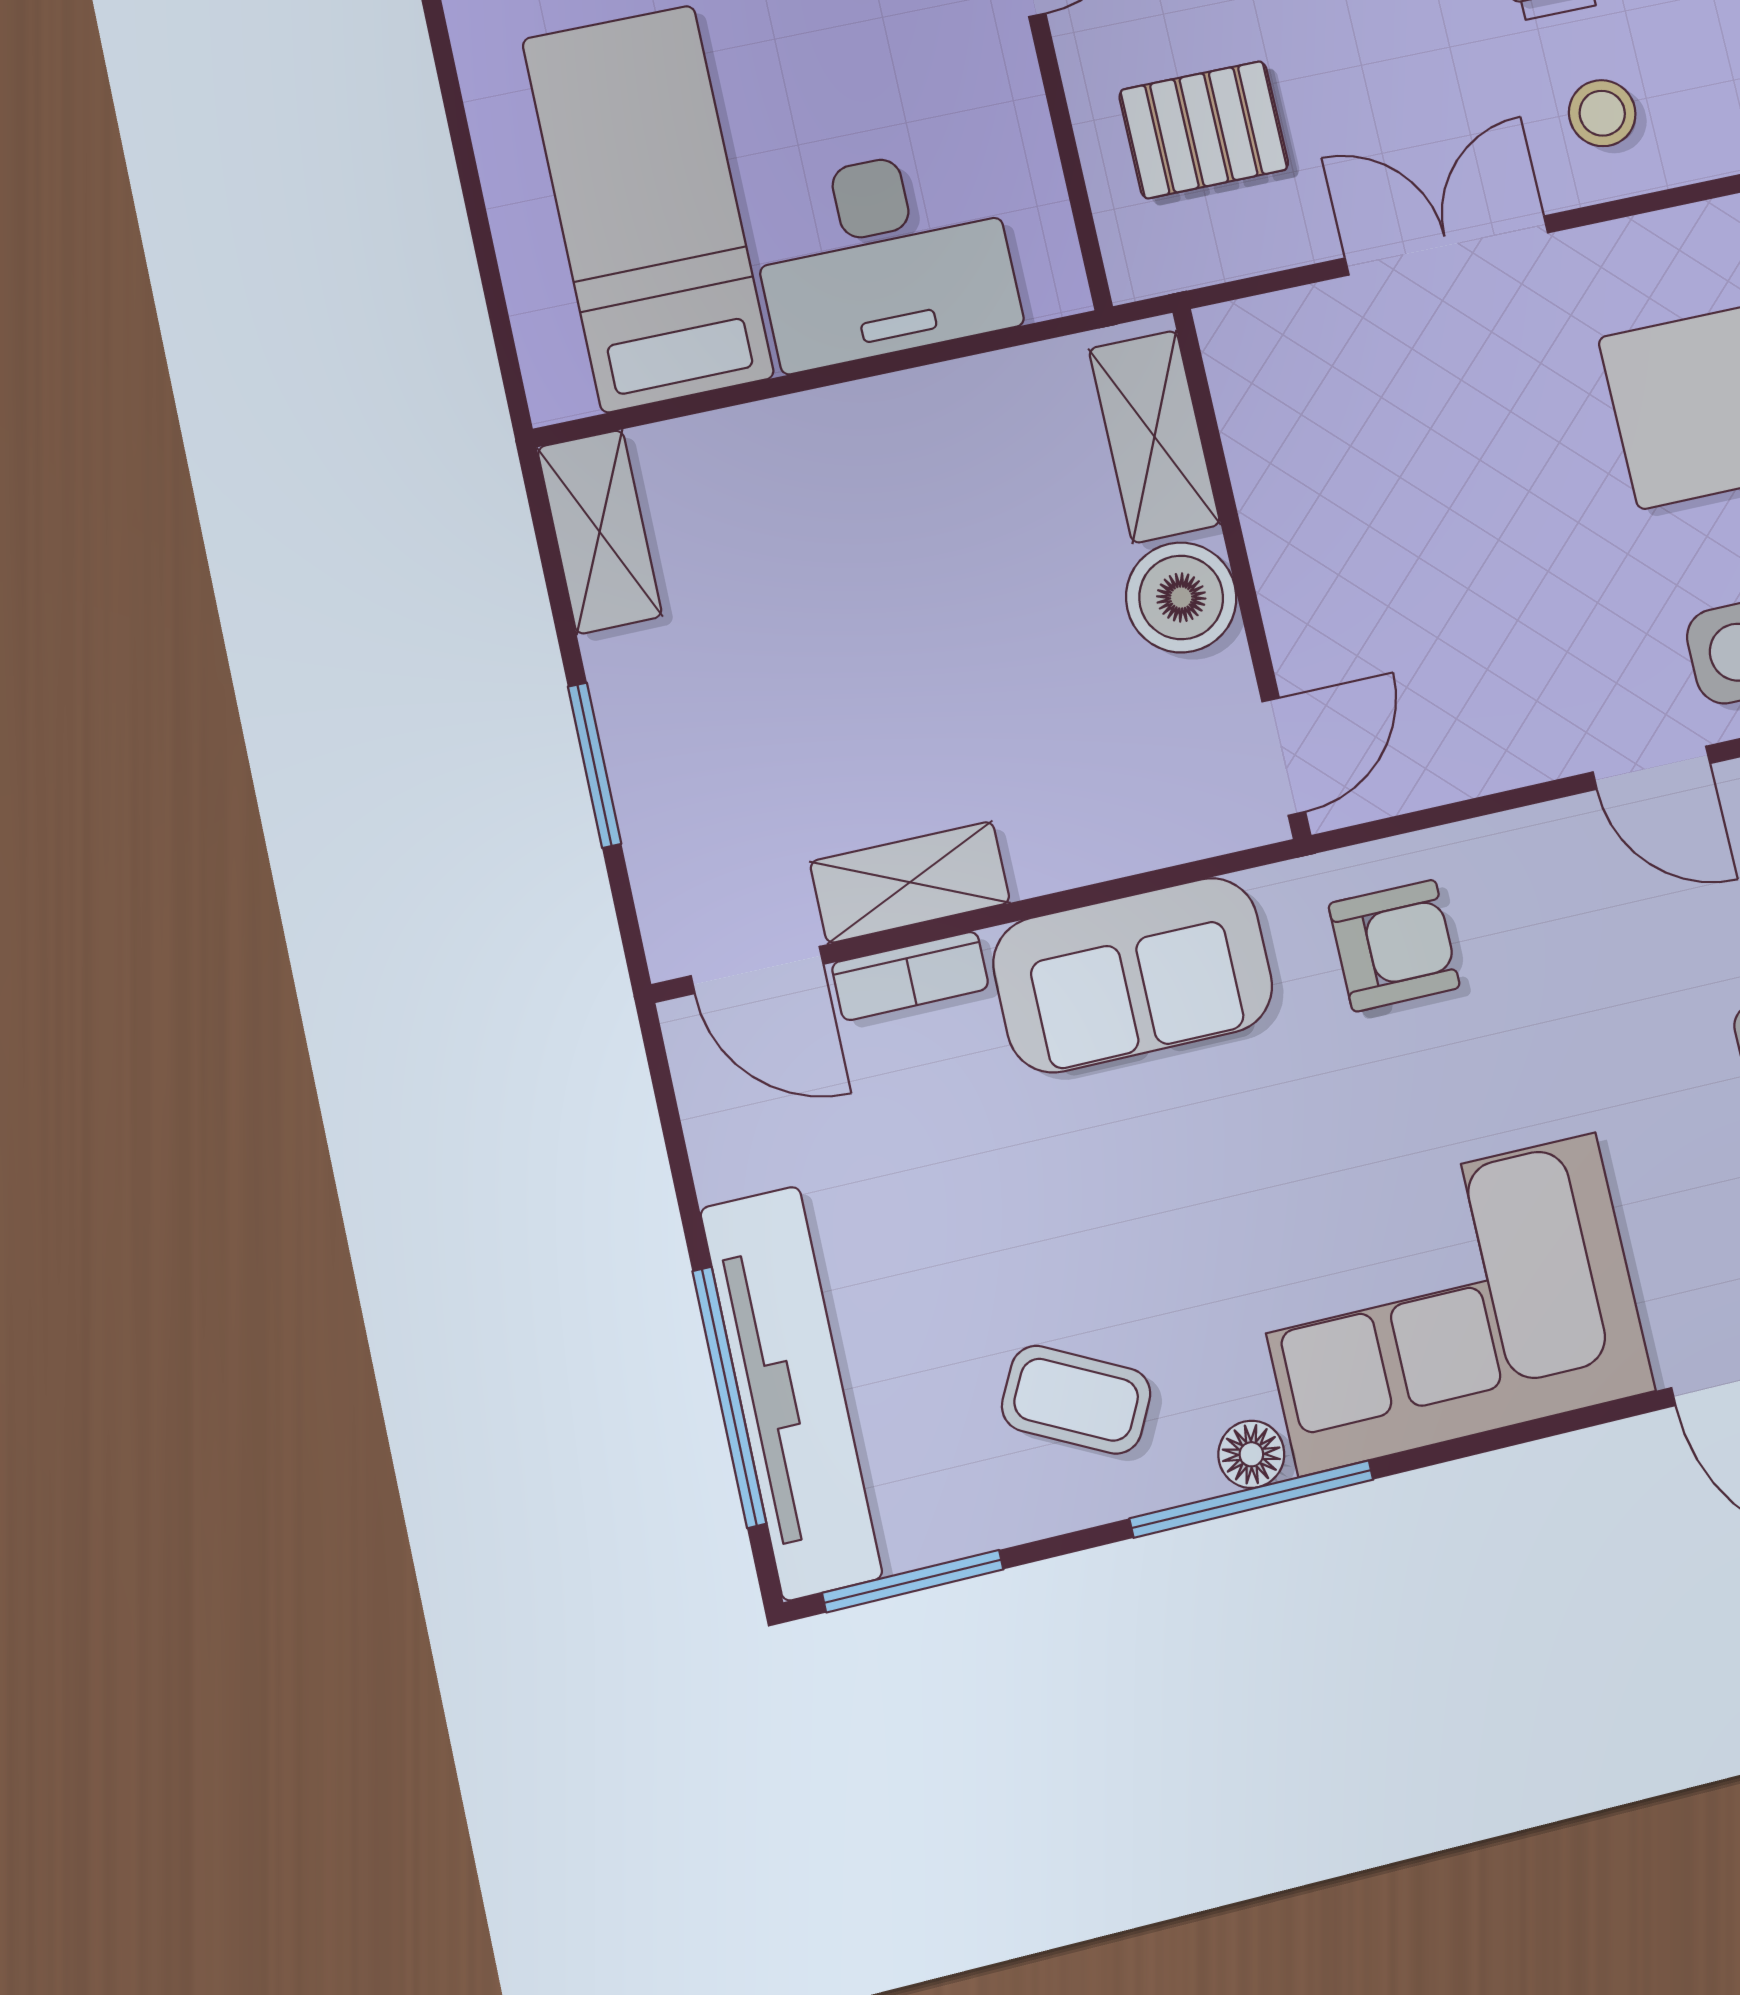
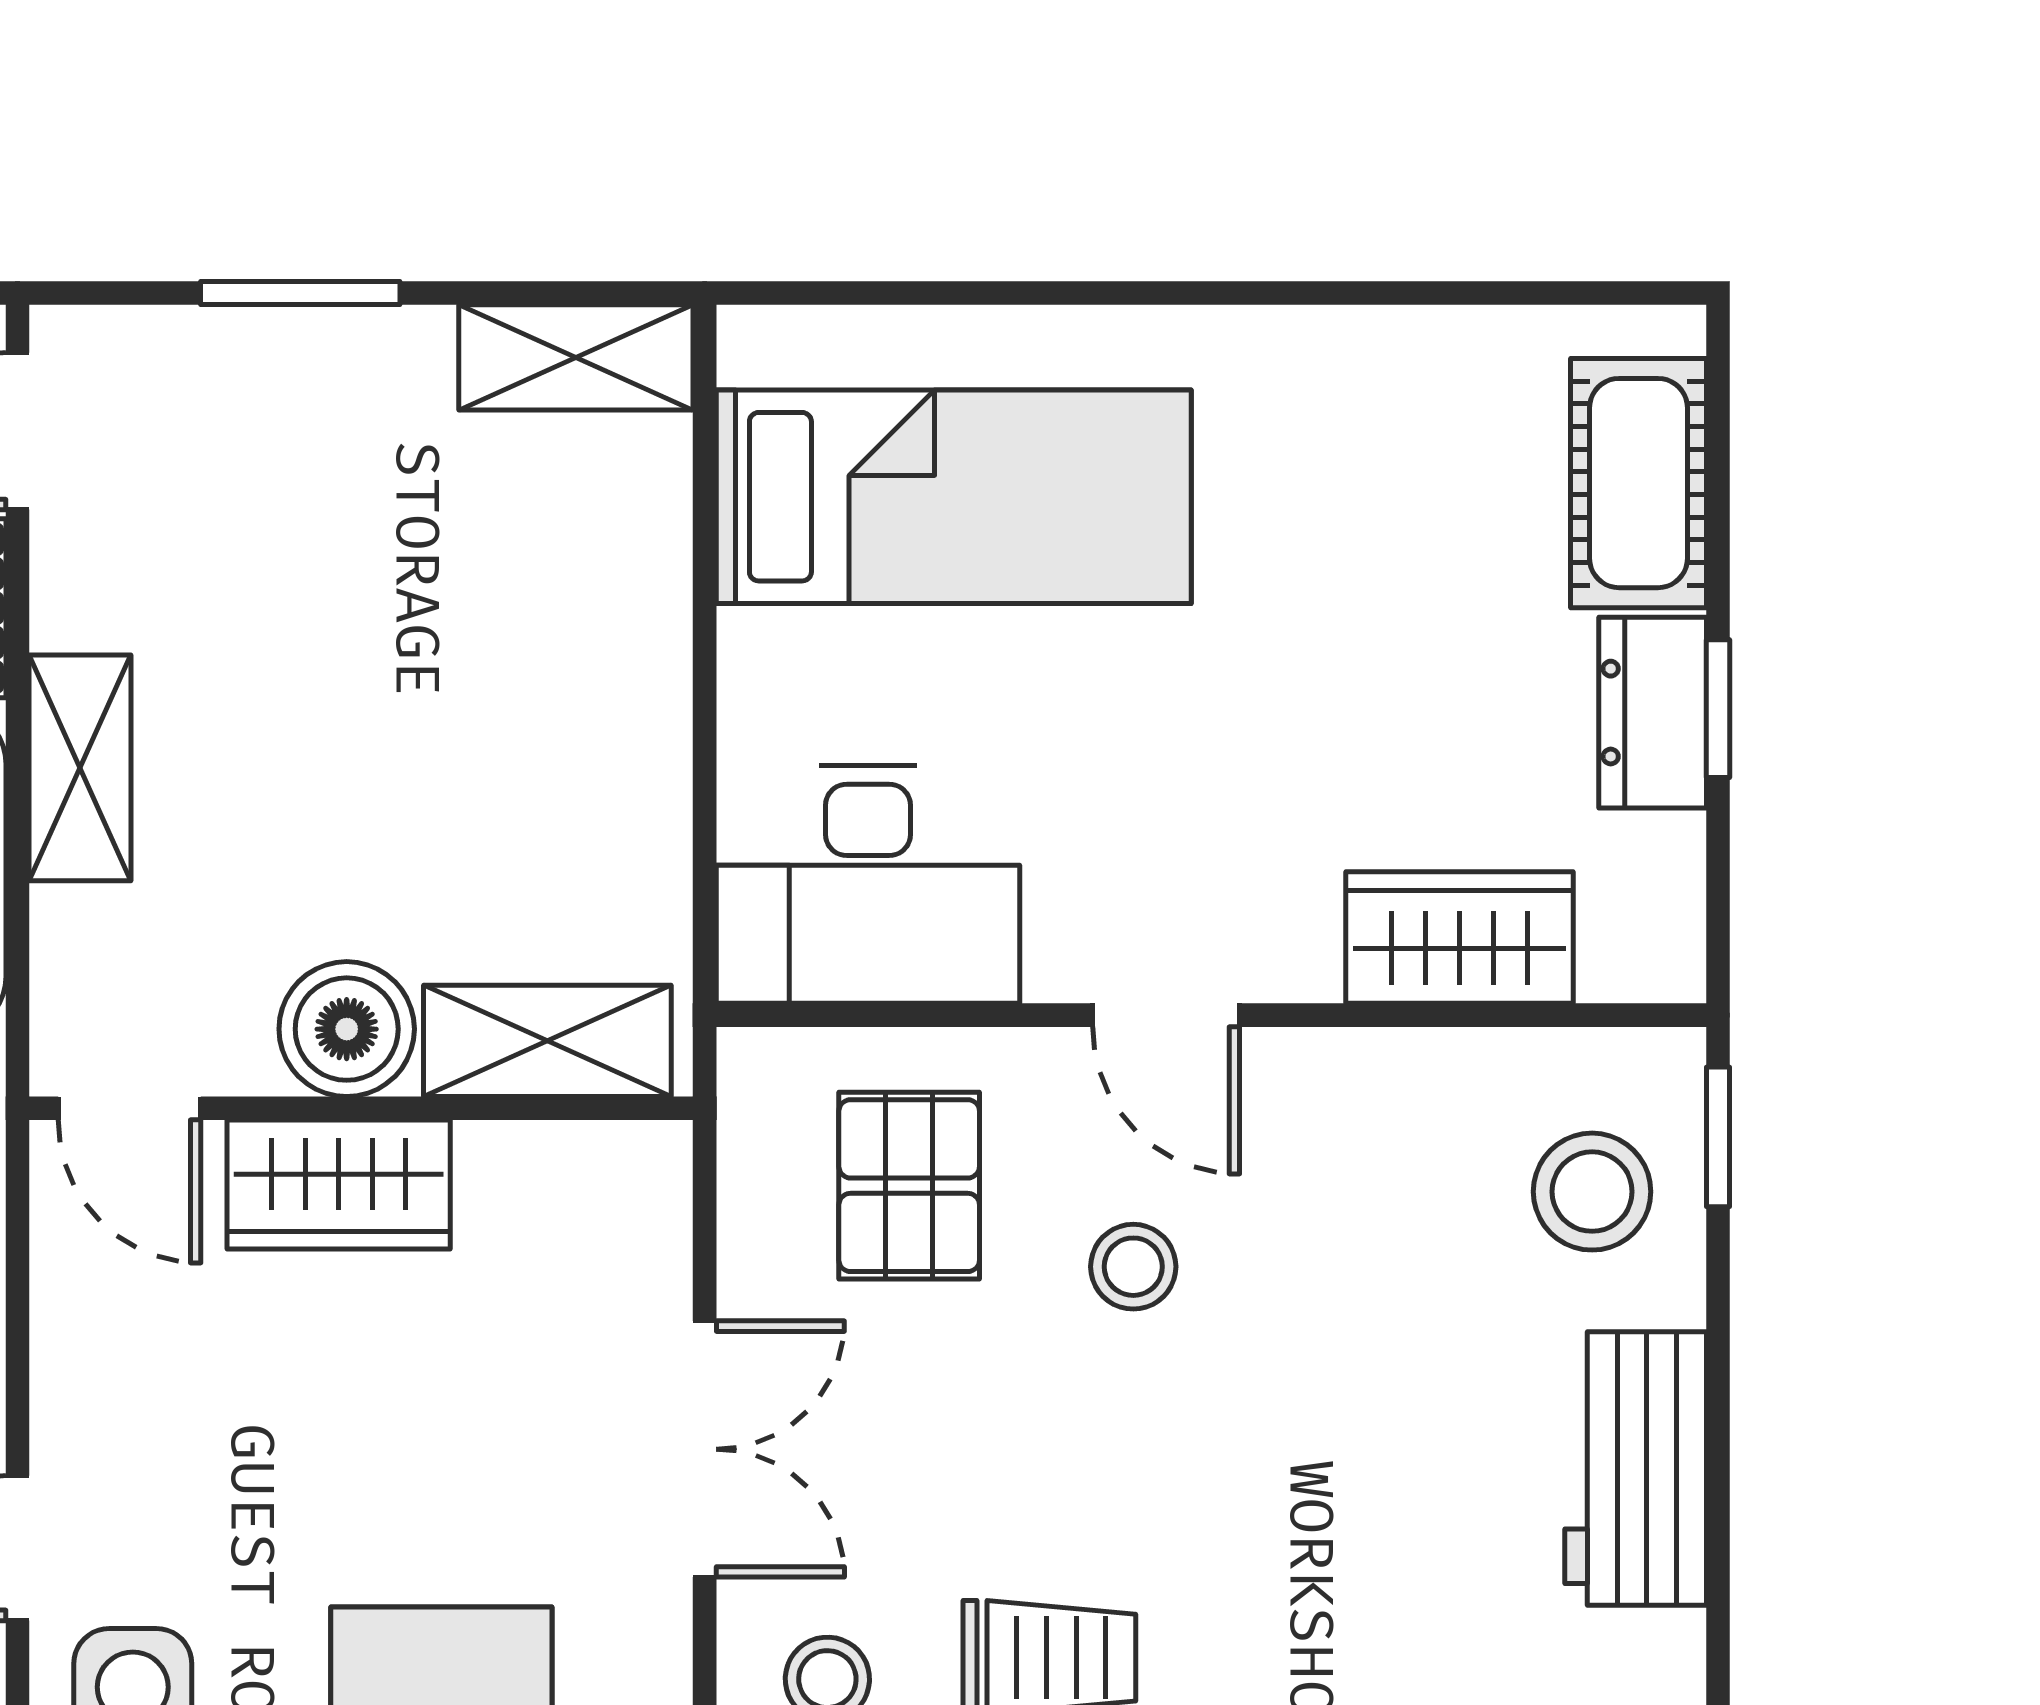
desk: (883, 256) -> (868, 884), moved, turned -90
wardrobe: (1306, 577) -> (339, 1185), added
shelving: (910, 882) -> (80, 768), moved

